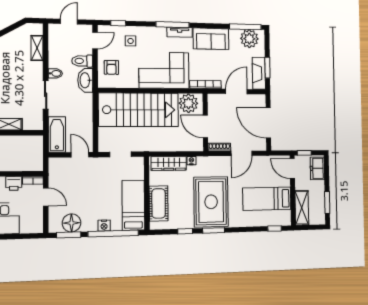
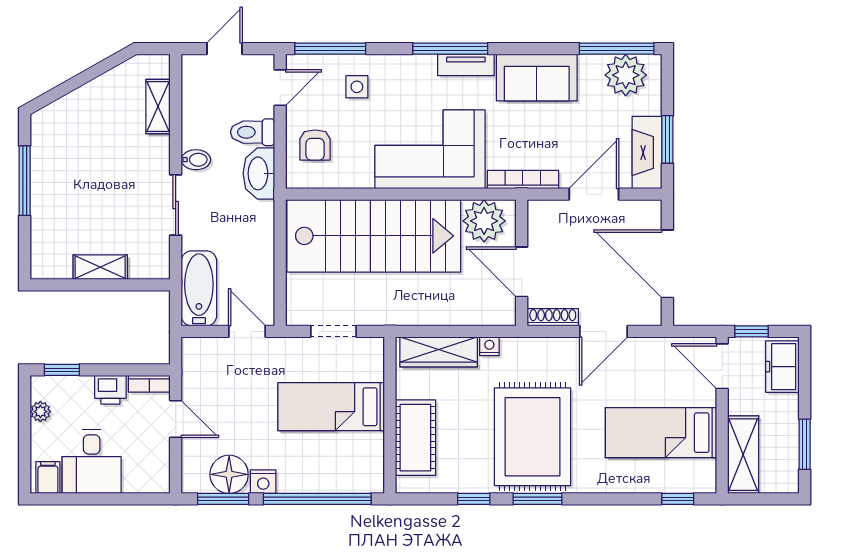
window: (118, 23) -> (330, 49), width x2.17
bed: (133, 205) -> (331, 407), moved, turned -90
nightstand: (104, 226) -> (263, 482), moved

